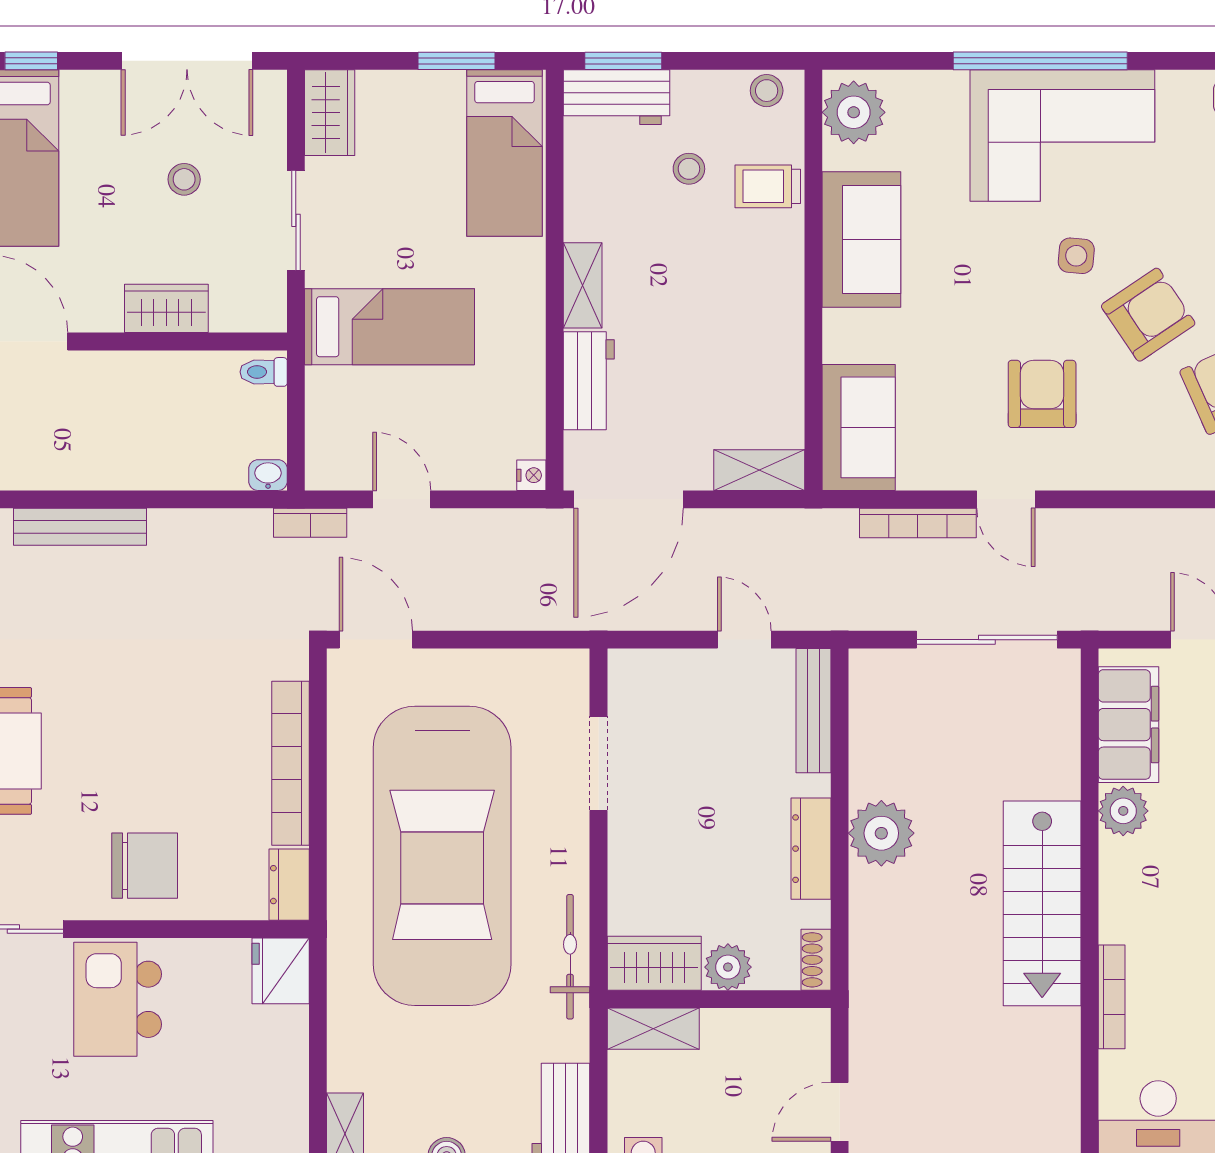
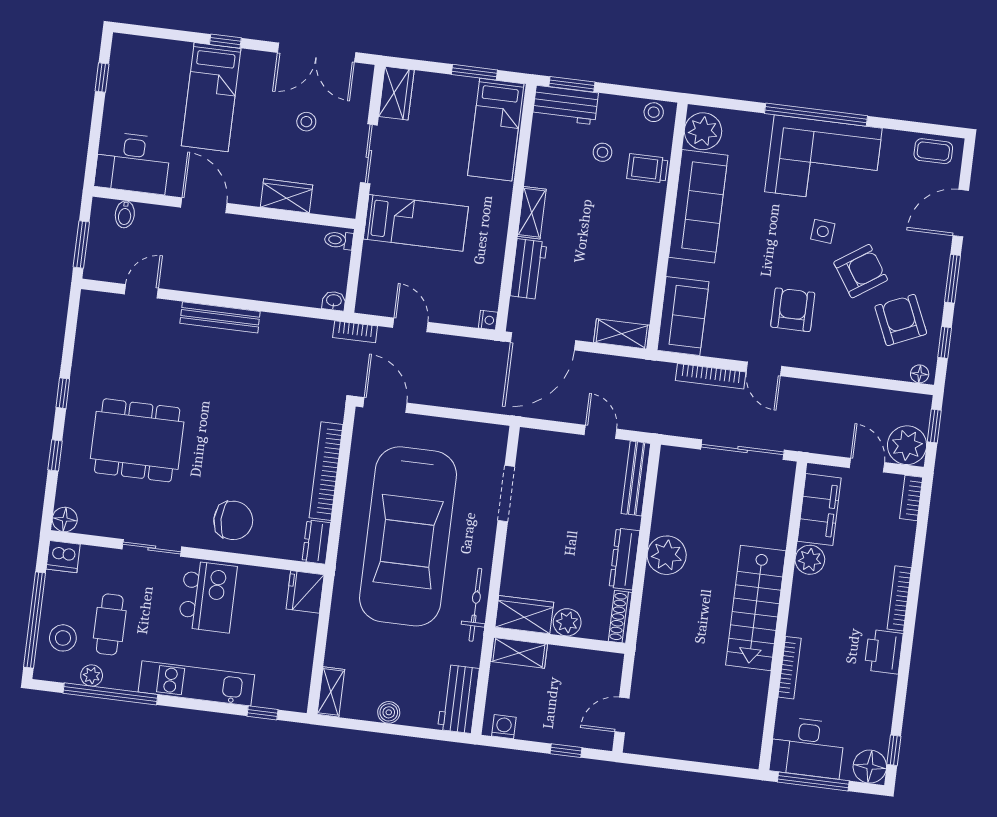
sofa: (861, 240) -> (698, 206), width x1.36
shoe rack: (816, 960) -> (620, 617), width x1.43
kitchen island: (118, 999) -> (208, 597), turned 180

